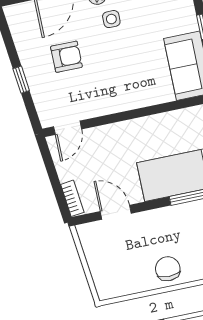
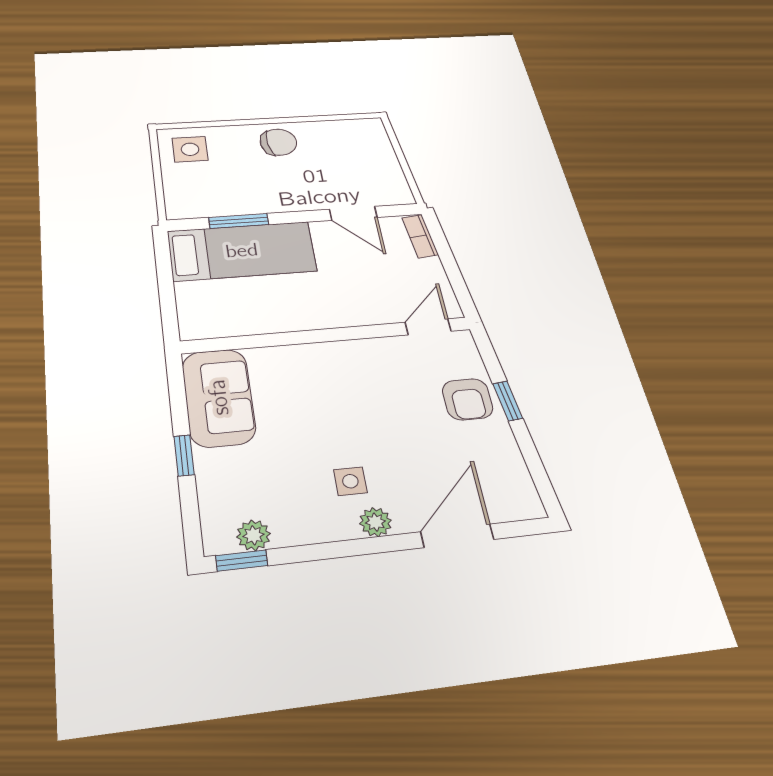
armchair: (66, 57) -> (468, 399), moved, turned -90
chair: (168, 269) -> (278, 142), turned -97

